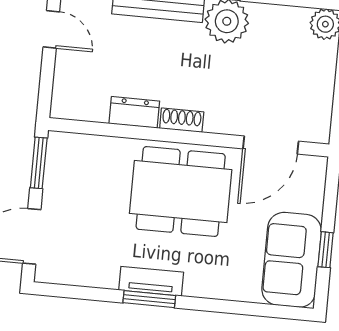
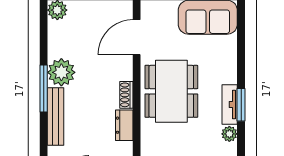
door: (271, 145) -> (137, 37), swing flipped
plant: (105, 277) -> (229, 134), added

